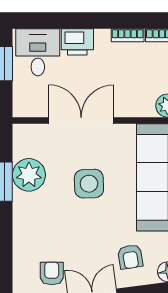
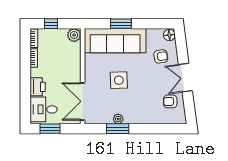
double door: (81, 120) -> (83, 101), moved
plant: (29, 175) -> (118, 119), width x0.53, depth x0.53

